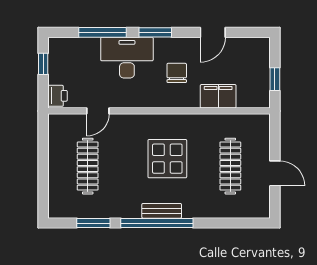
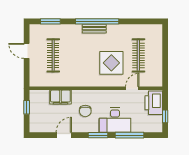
printer: (57, 96) -> (154, 103), width x1.87, depth x1.48
display table: (167, 159) -> (111, 63), moved
window: (93, 223) -> (50, 21), moved

